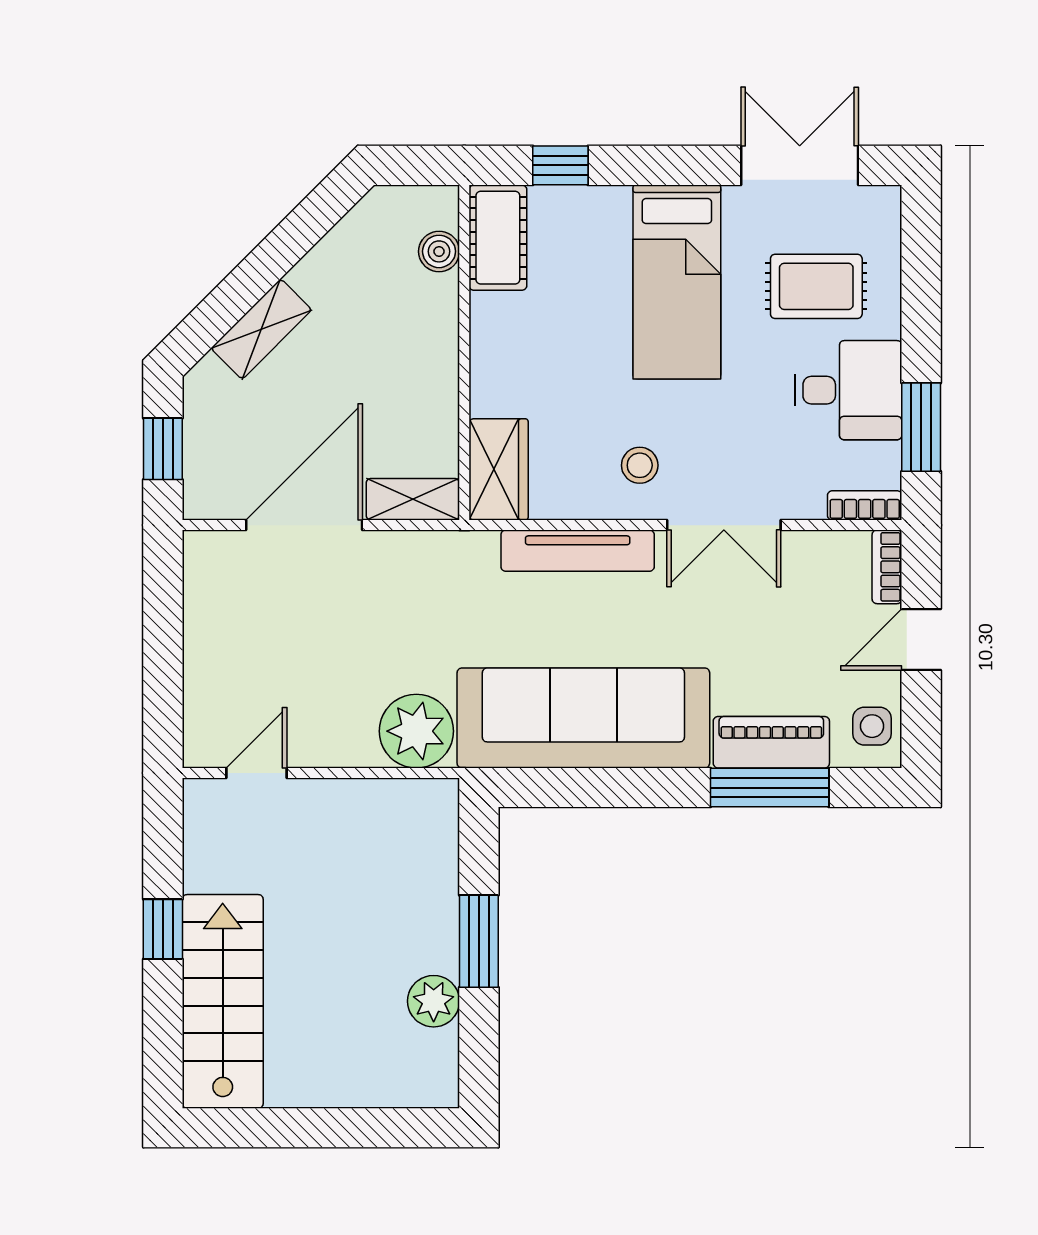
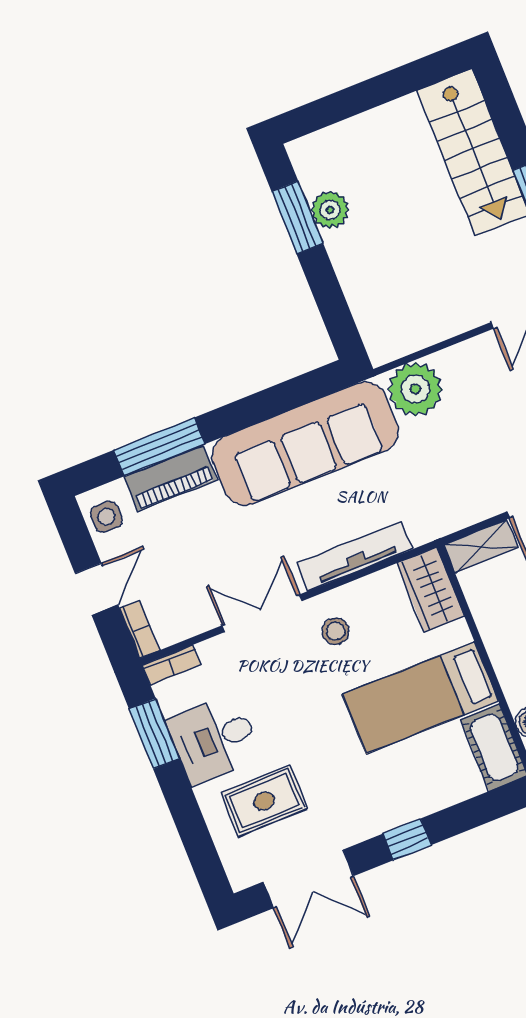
window: (560, 165) -> (407, 839), moved
bed: (677, 282) -> (420, 698), moved, turned -90
window: (479, 941) -> (297, 217), moved

